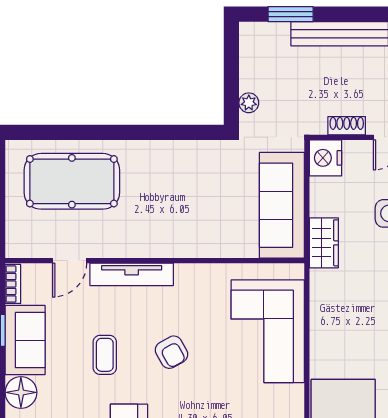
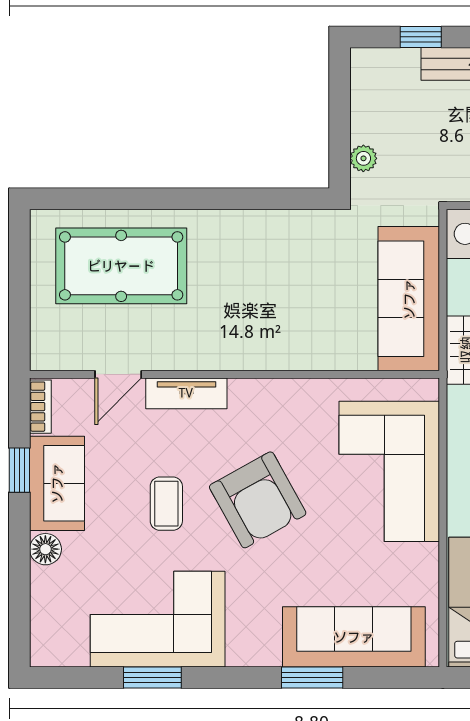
window: (291, 14) -> (421, 37), width x0.67
tv unit: (132, 274) -> (186, 393), width x0.71
armchair: (172, 352) -> (258, 500), width x1.88, depth x1.88
floor lamp: (21, 392) -> (45, 549), width x0.73, depth x0.73

